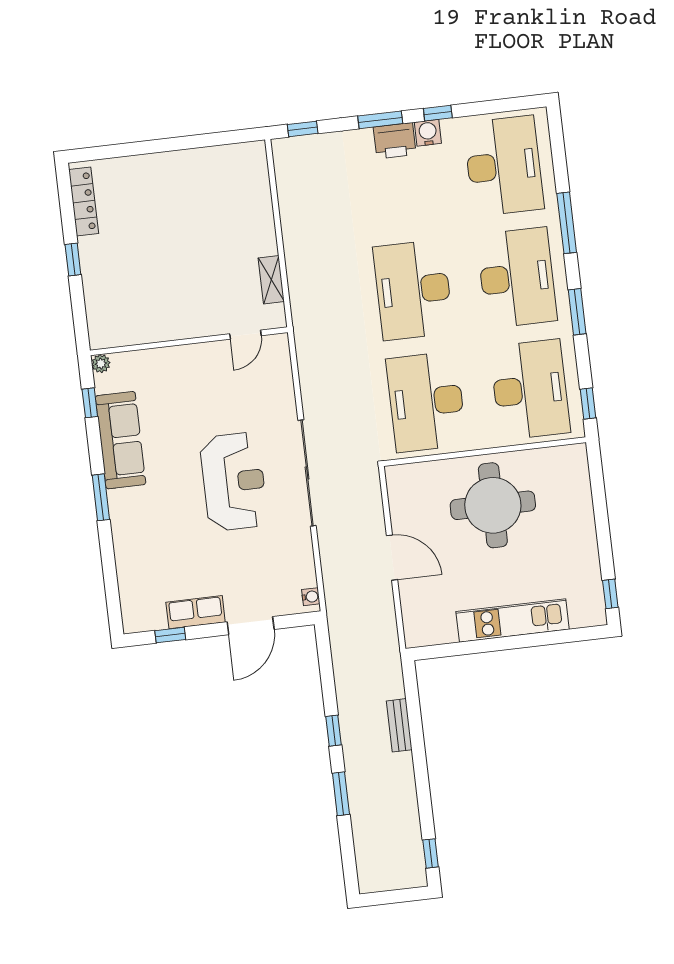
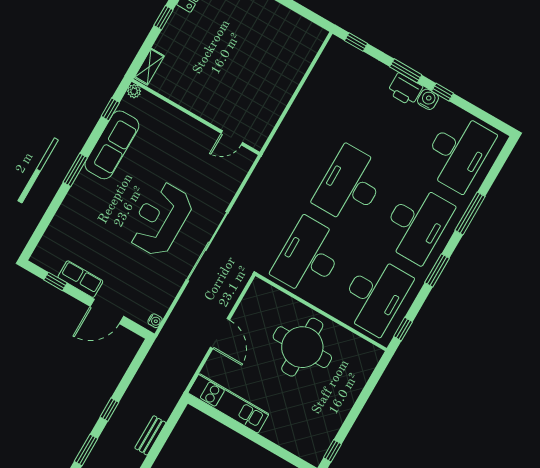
shelving: (271, 280) -> (149, 67), moved
reception desk: (234, 482) -> (160, 219), turned 180
kitchen unit: (513, 620) -> (228, 403), moved

